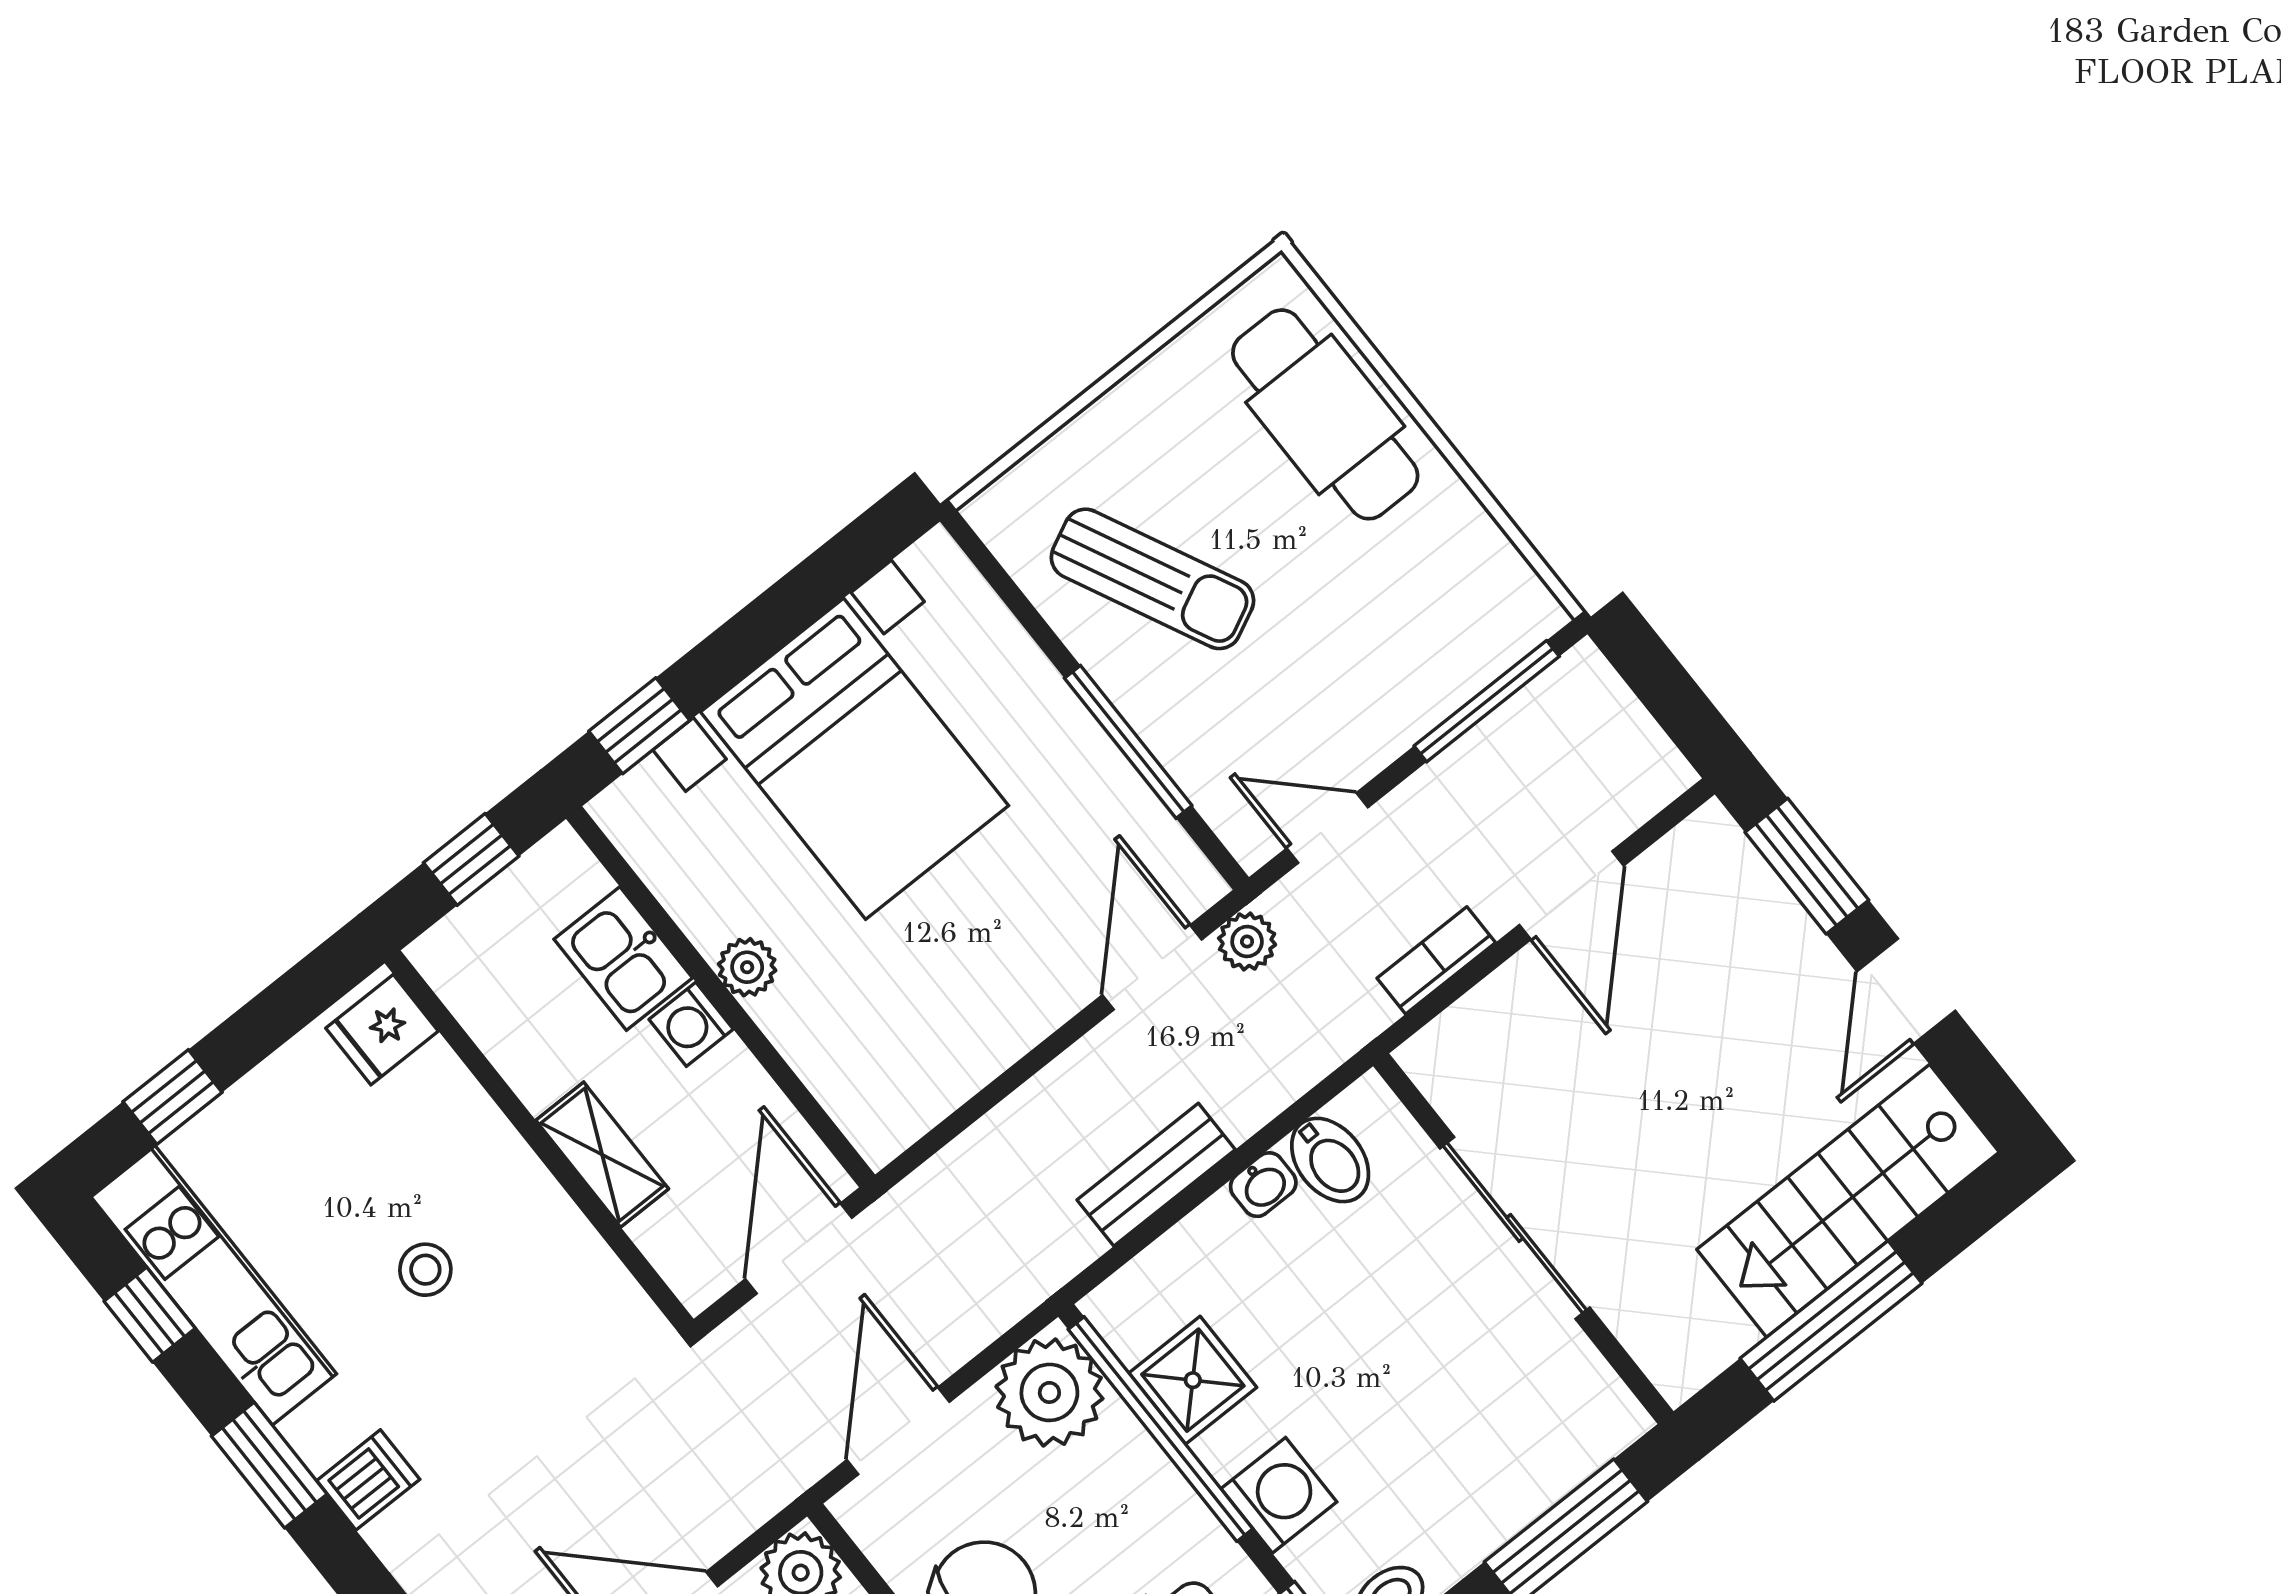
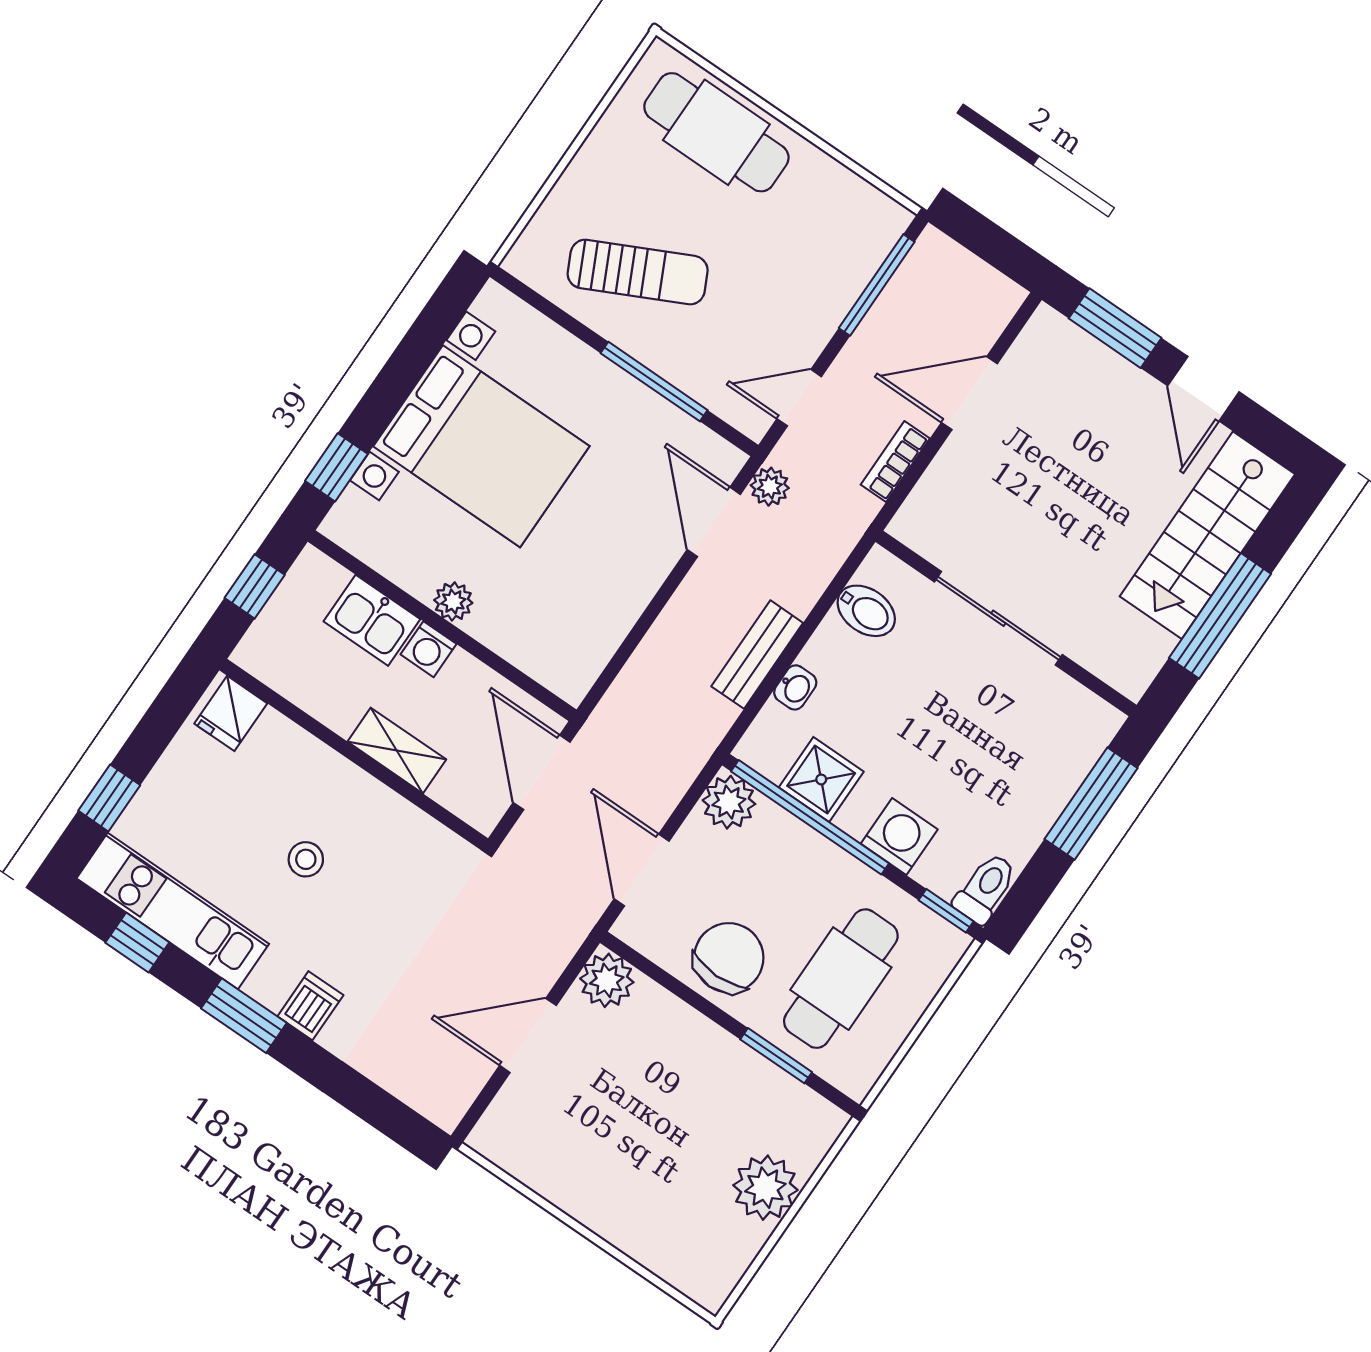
door: (1572, 895) -> (969, 393), swing flipped
washbasin: (1263, 1185) -> (795, 687), moved
plant: (1049, 1392) -> (729, 802), width x0.73, depth x0.73

